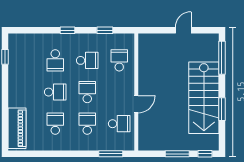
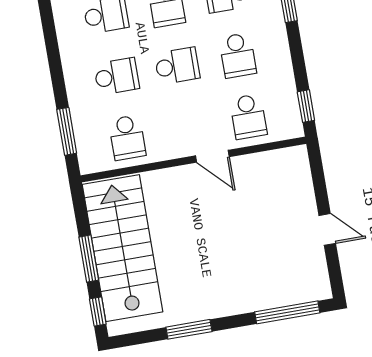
window: (105, 30) -> (306, 106), moved
school desk: (119, 60) -> (248, 117), turned 90
stairs: (204, 98) -> (123, 248), moved, turned 90
door: (136, 104) -> (212, 156), moved

